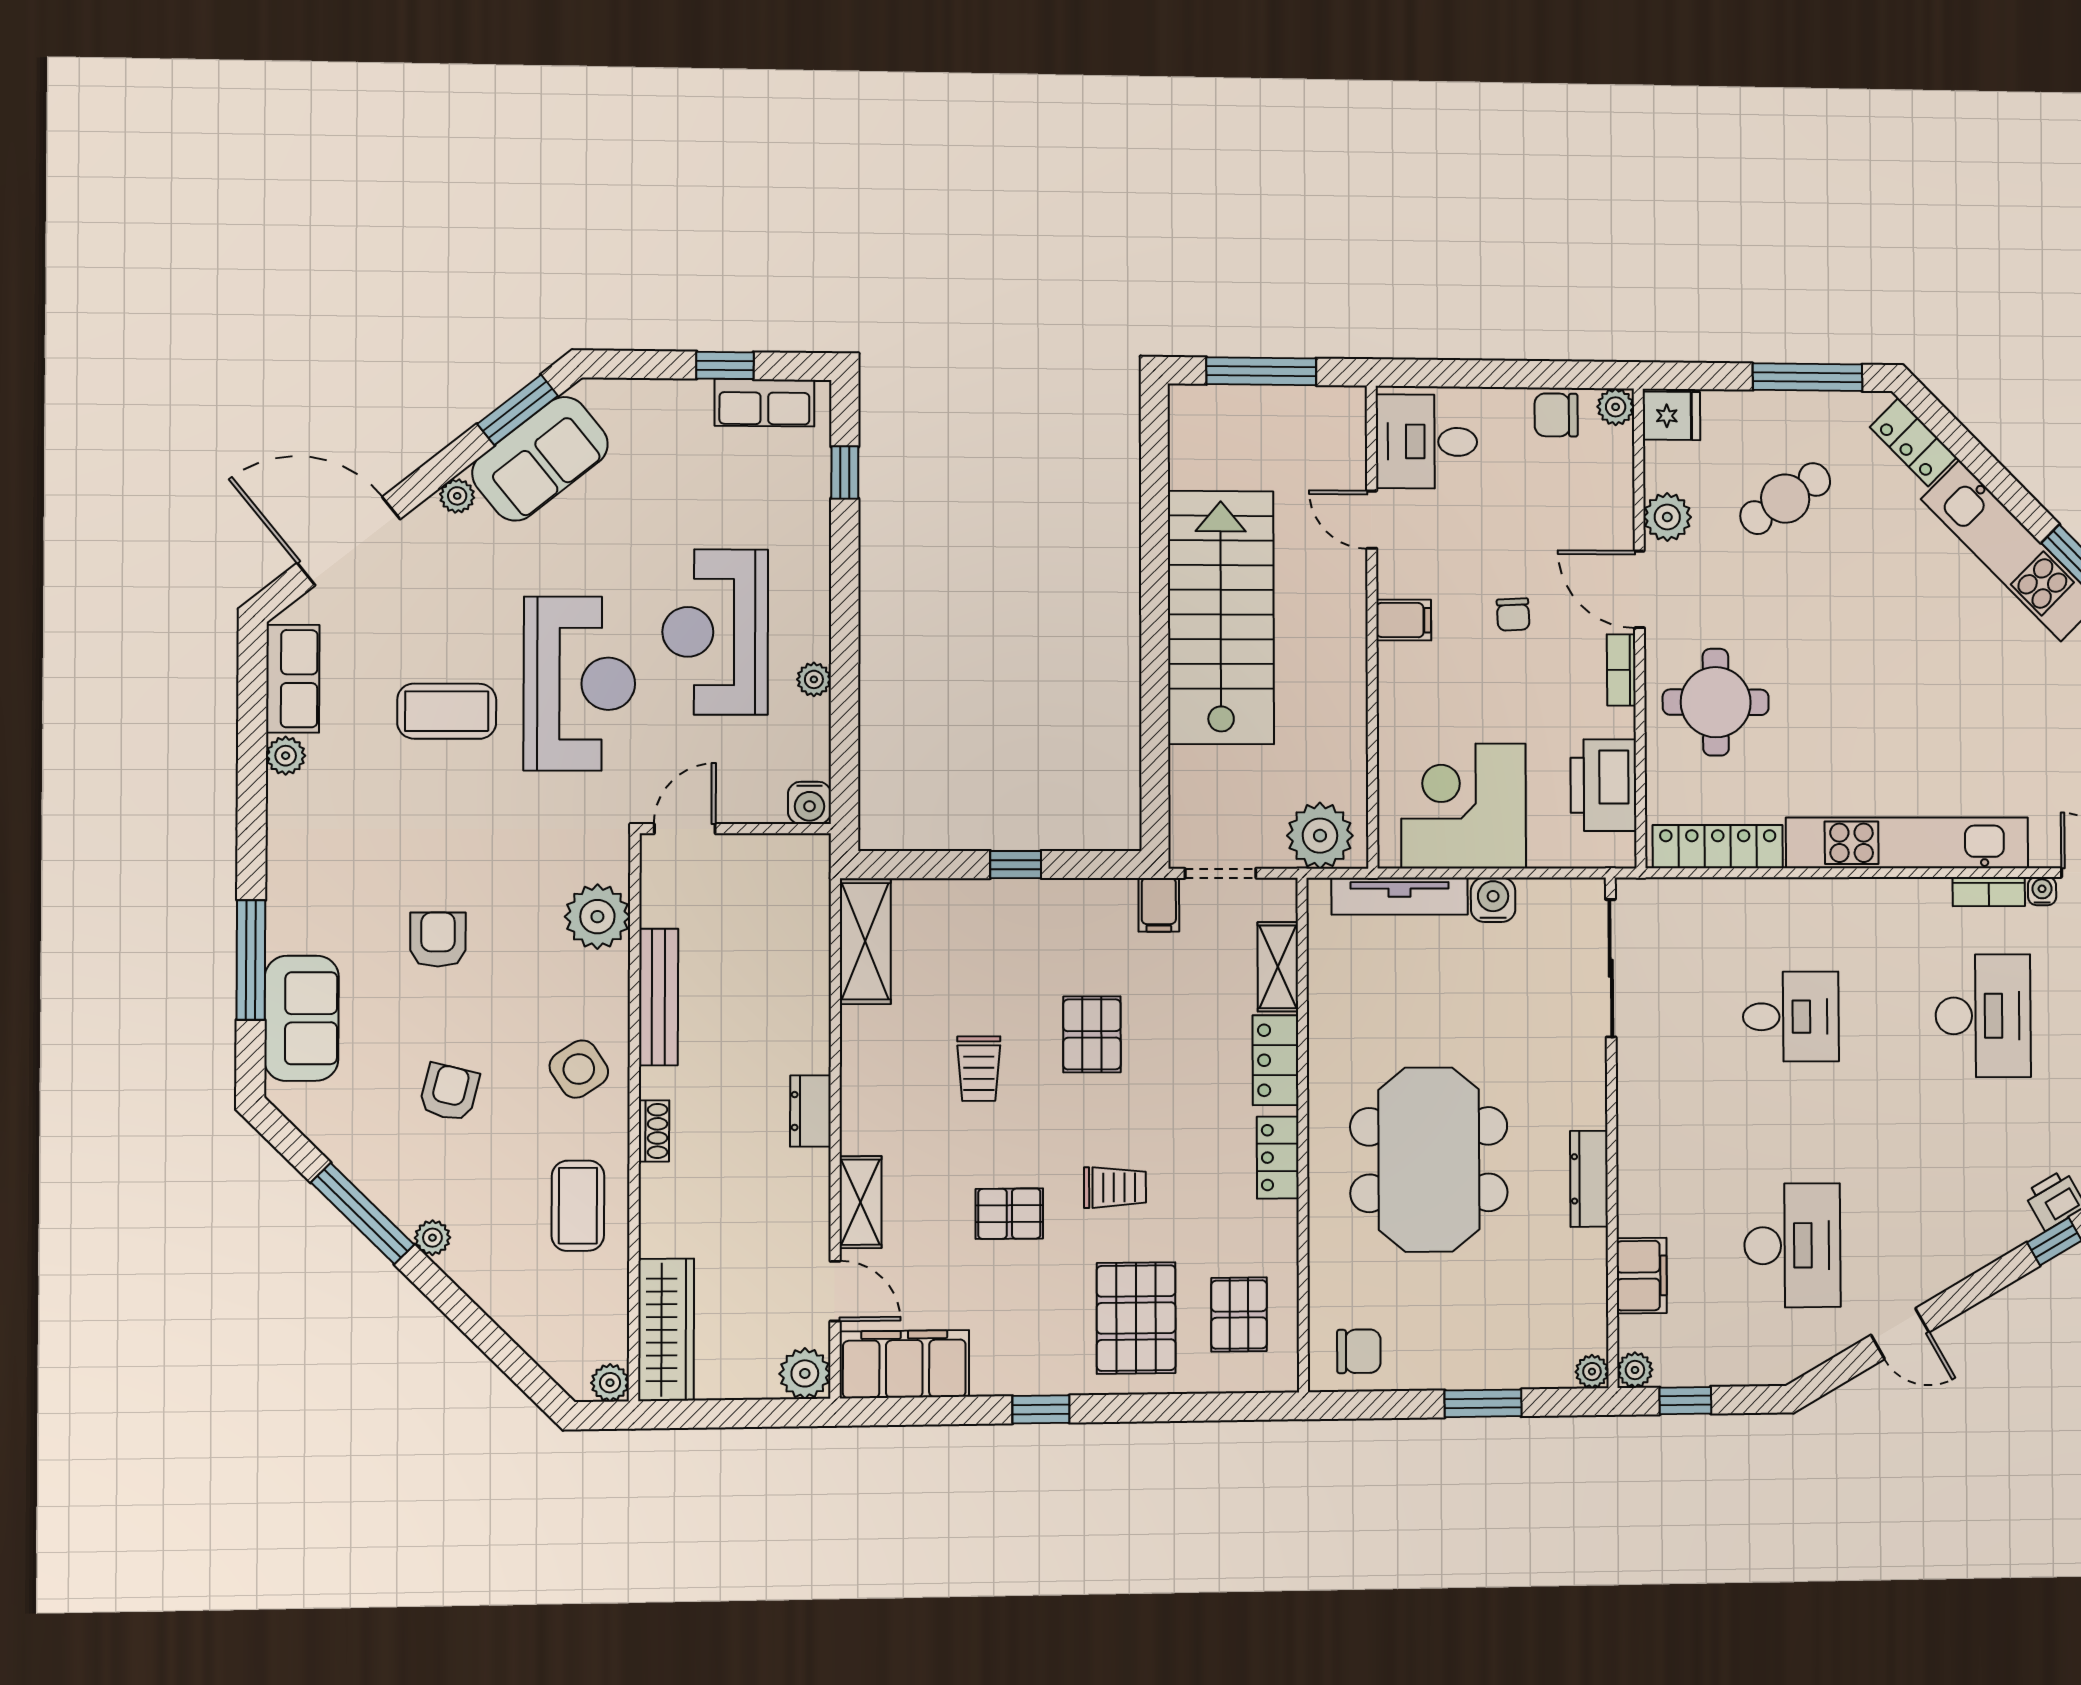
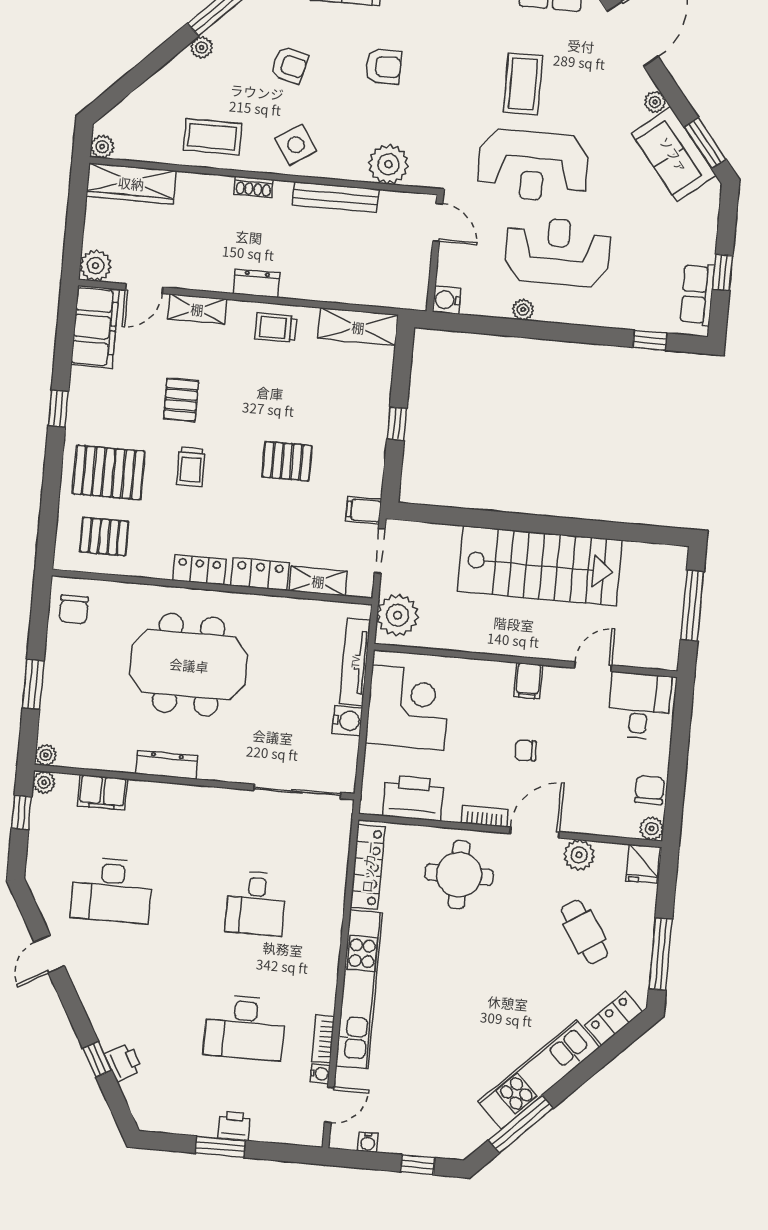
trolley: (979, 1069) -> (276, 328), moved

